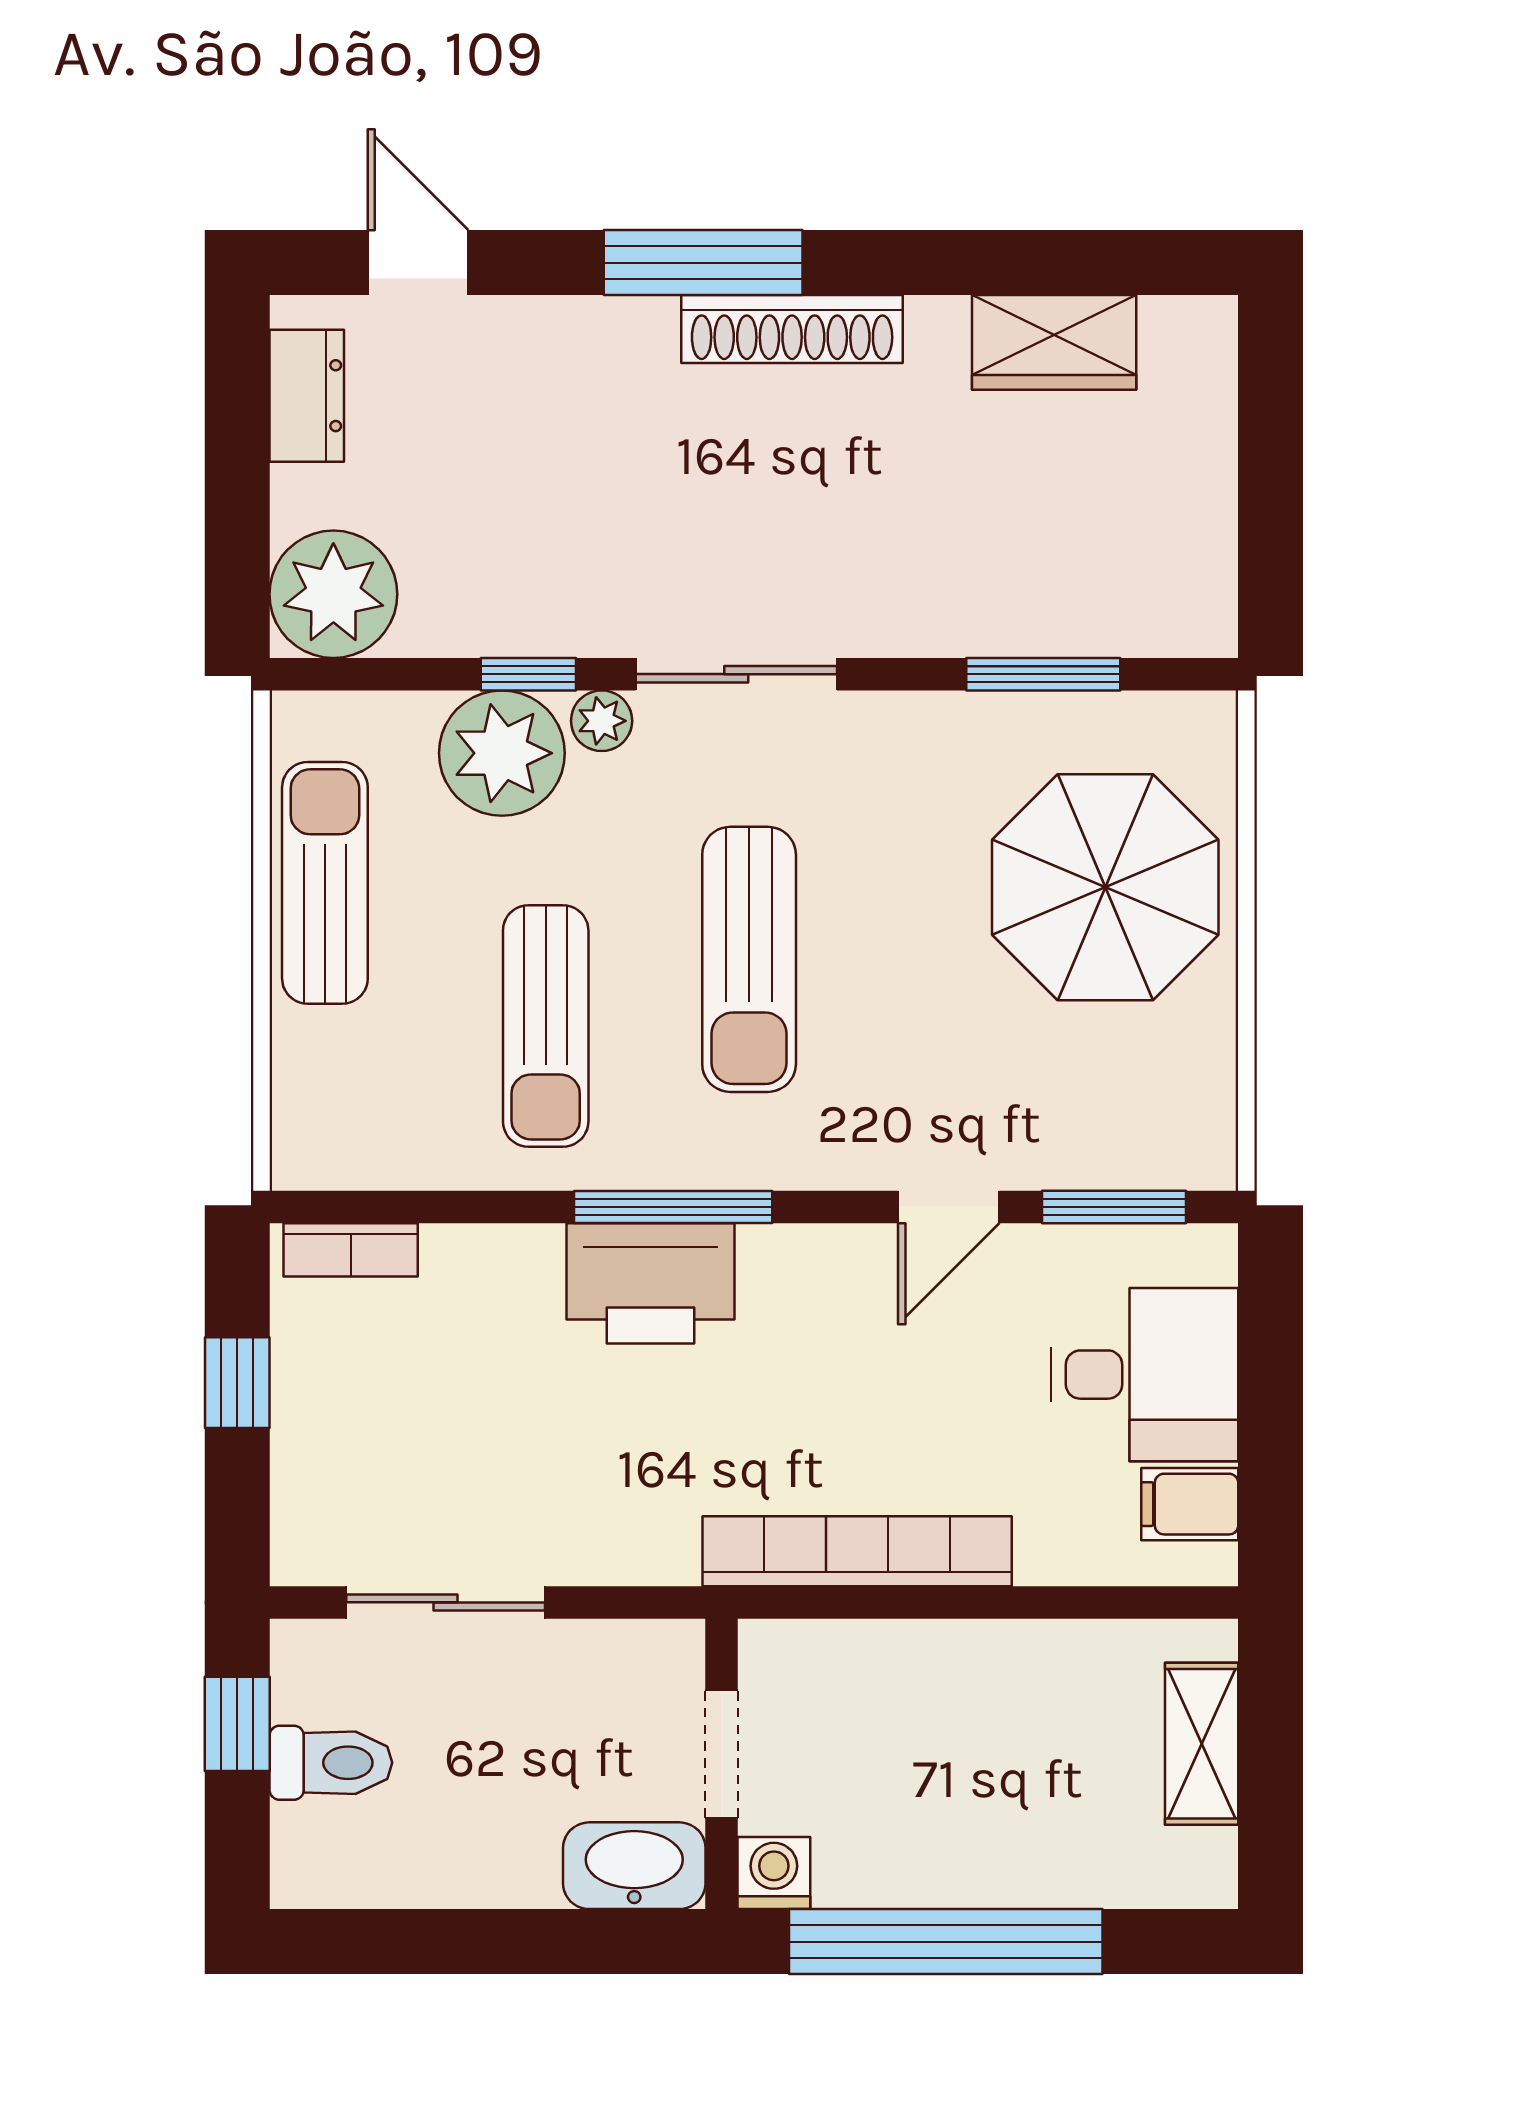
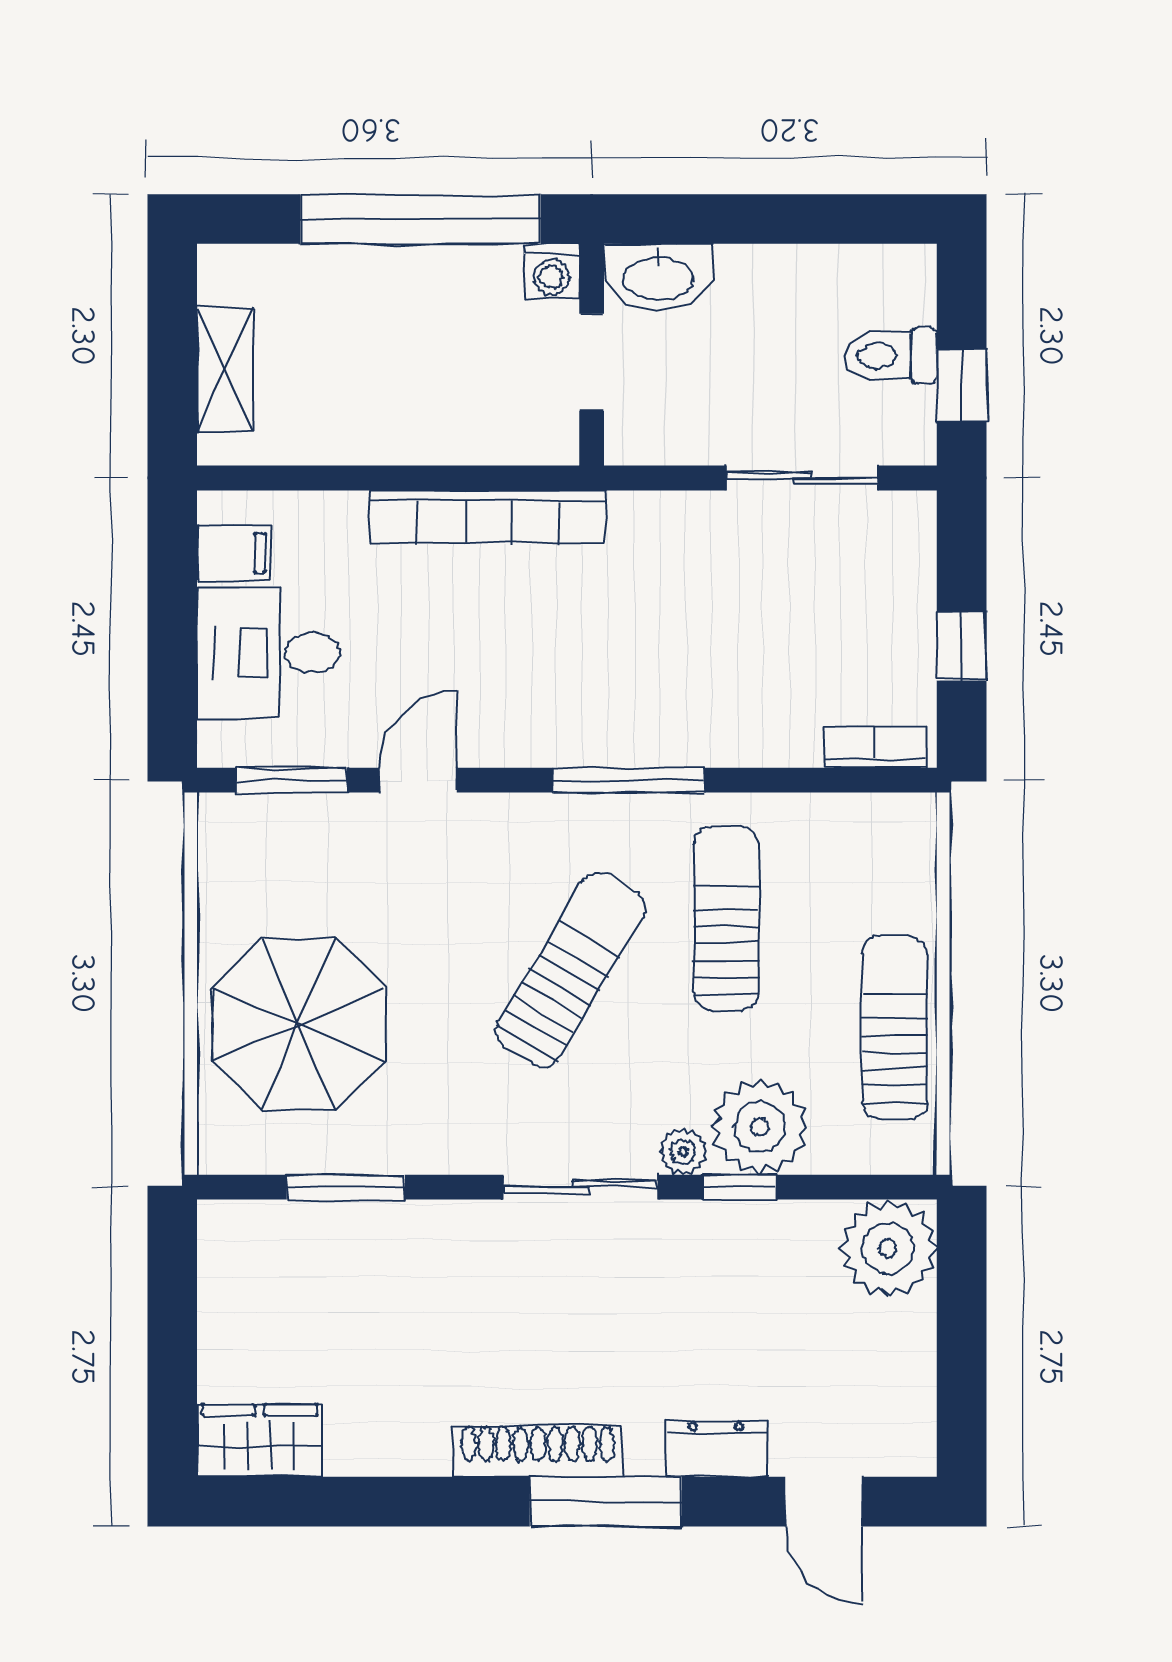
wardrobe: (1054, 342) -> (260, 1441), moved
dresser: (307, 396) -> (716, 1449), moved, turned 90
sun lounger: (325, 883) -> (895, 1028), turned 180
sun lounger: (749, 959) -> (571, 969), turned 31
printer: (650, 1283) -> (646, 722), removed

